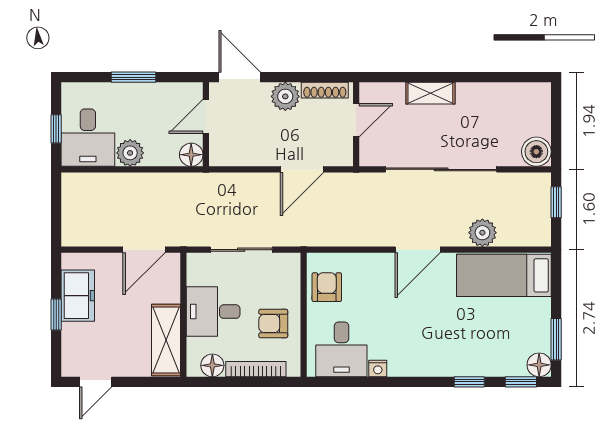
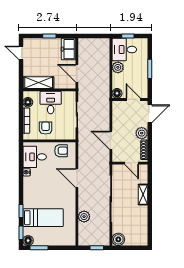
door: (418, 250) -> (77, 178), moved
bed: (504, 275) -> (43, 218), moved, turned 90
freezer: (78, 296) -> (69, 49), moved, turned 90

